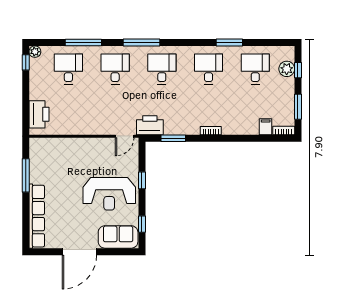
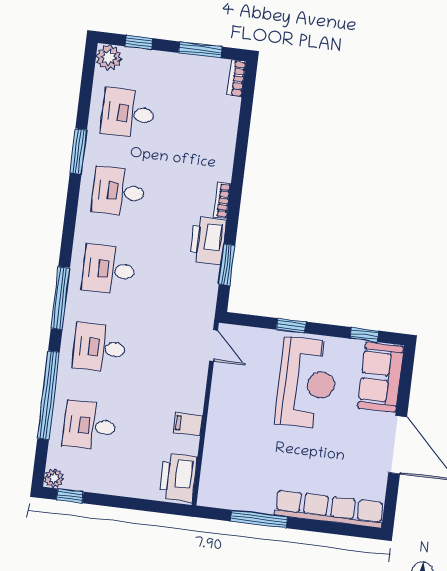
window: (83, 42) -> (48, 395), width x1.46
plant: (287, 69) -> (109, 58), moved
printer: (39, 114) -> (178, 478), moved, turned -90
printer: (150, 125) -> (208, 241), moved
filing cabinet: (266, 127) -> (188, 424), moved

